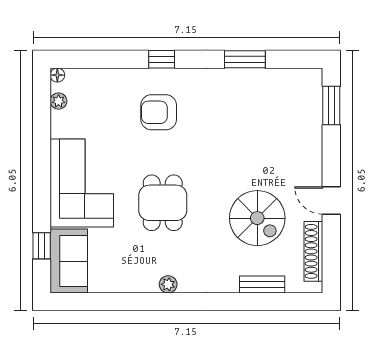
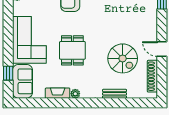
fireplace: (135, 283) -> (58, 93), added
bench: (262, 284) -> (115, 94), moved

